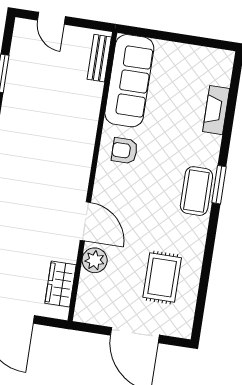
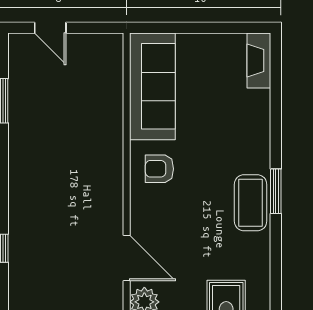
bench: (99, 58) -> (113, 65), removed
fireplace: (216, 110) -> (259, 60), moved

